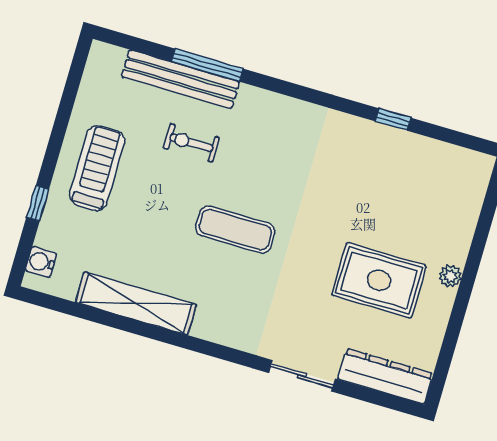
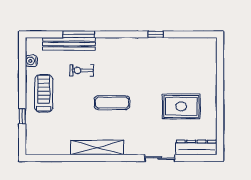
window: (393, 119) -> (156, 34), moved
water cooler: (41, 262) -> (31, 61), moved
plant: (450, 276) -> (212, 95), removed
shelving: (136, 304) -> (97, 148), moved

